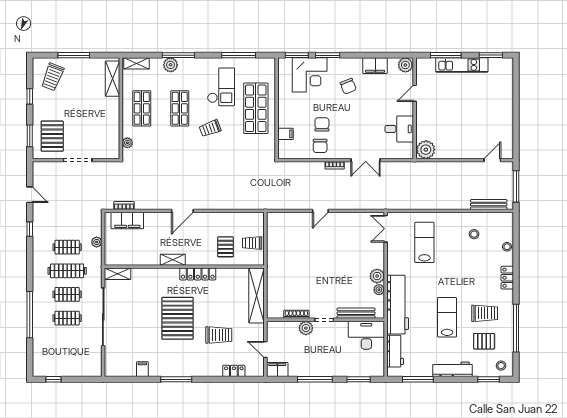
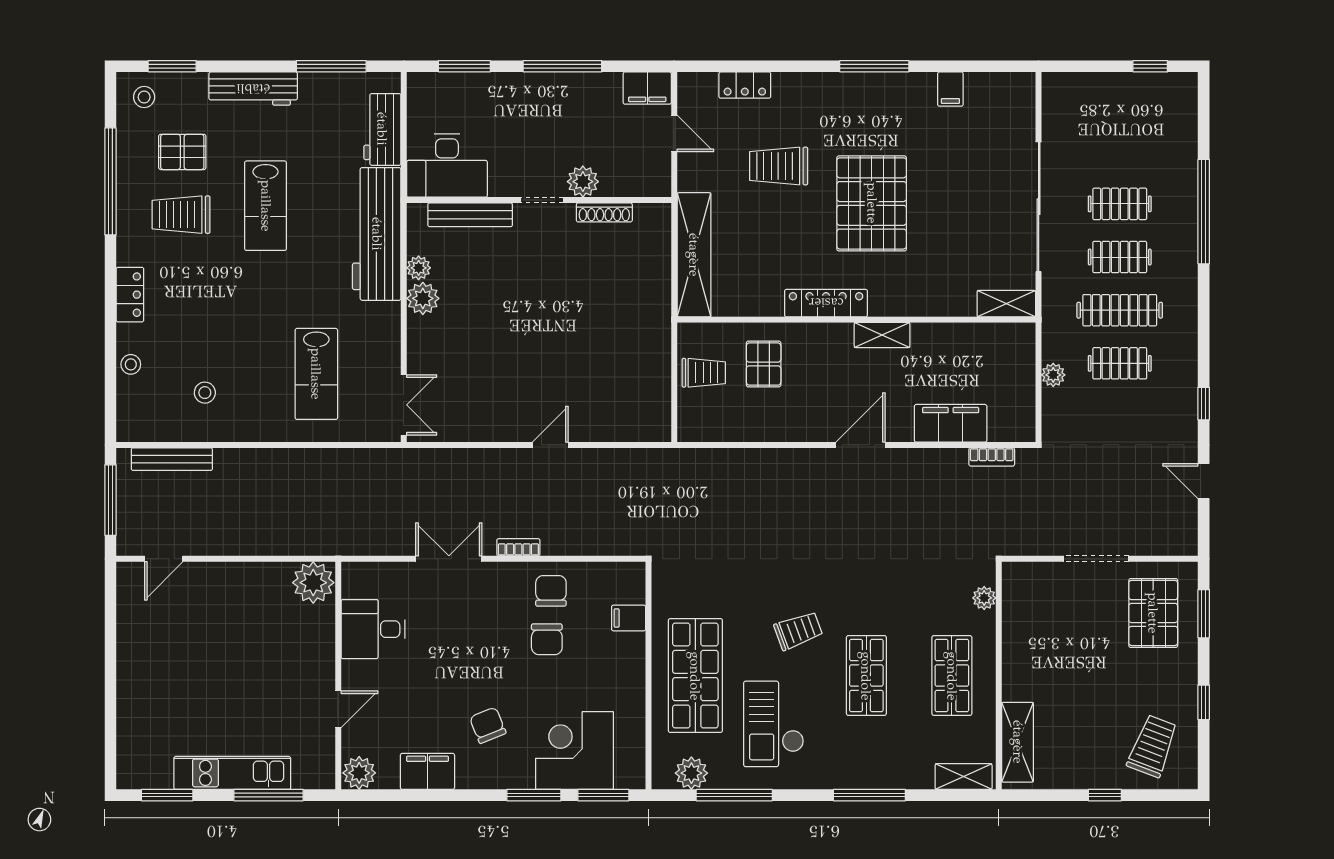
window: (74, 55) -> (1105, 795), width x0.46
plant: (171, 65) -> (691, 773), moved
filing cabinet: (127, 220) -> (951, 423), moved

